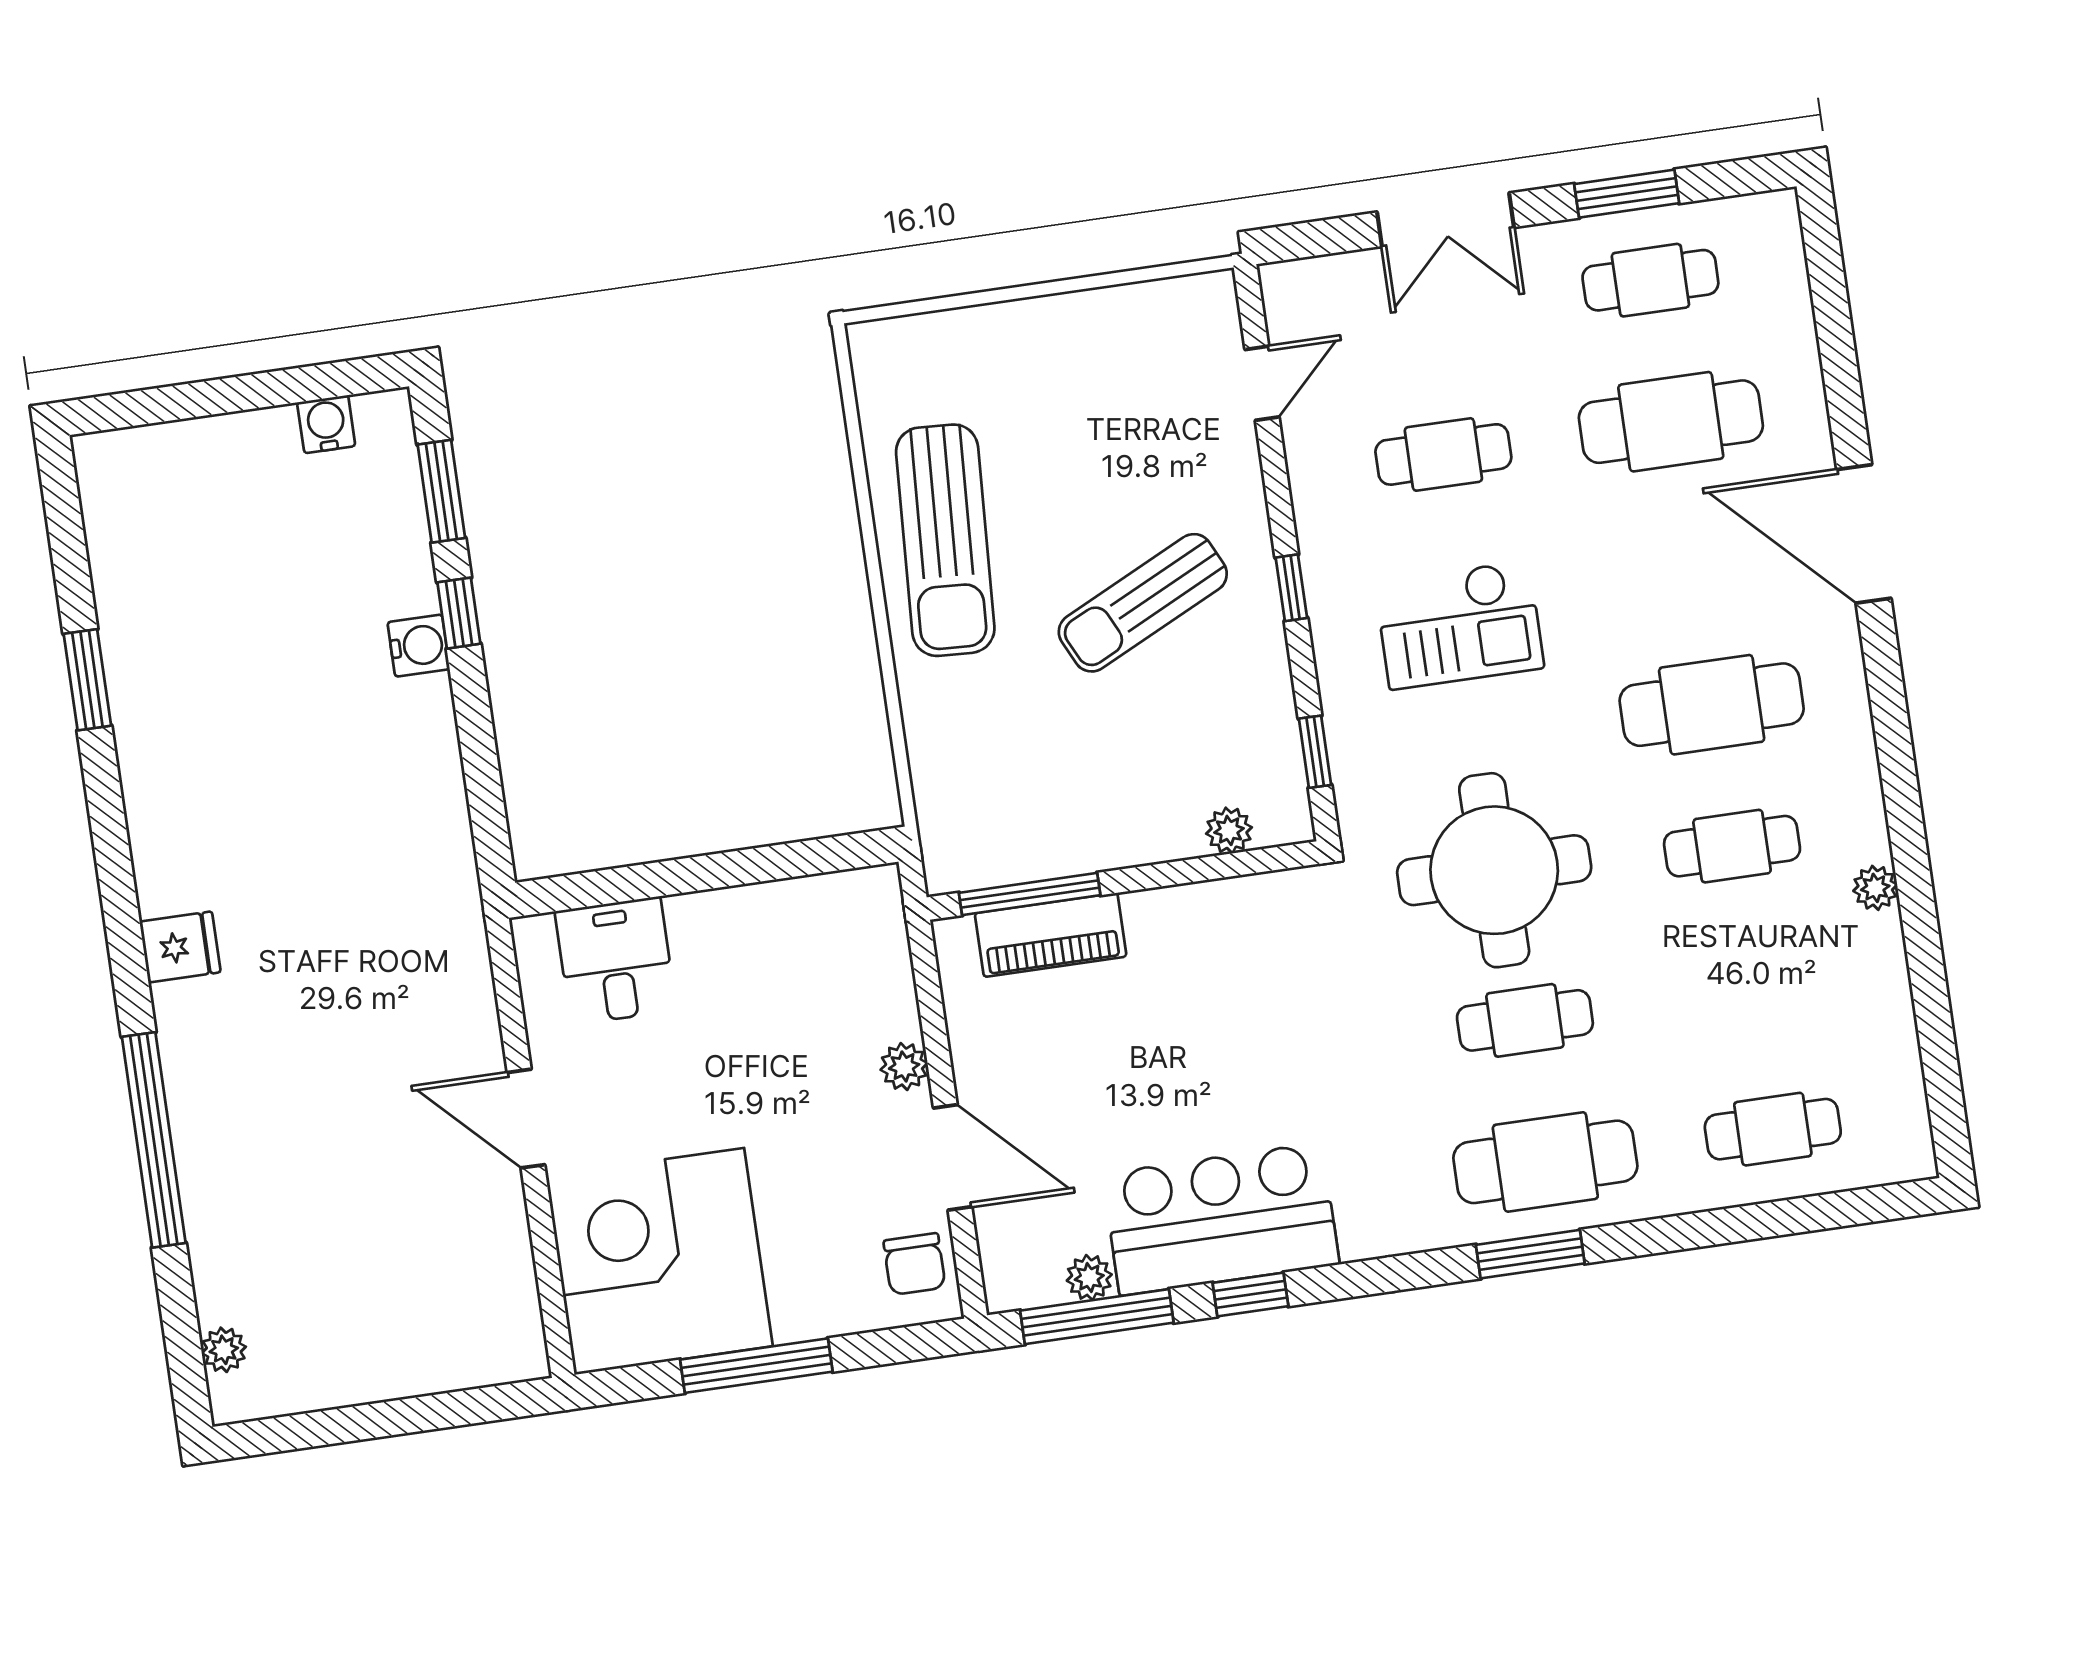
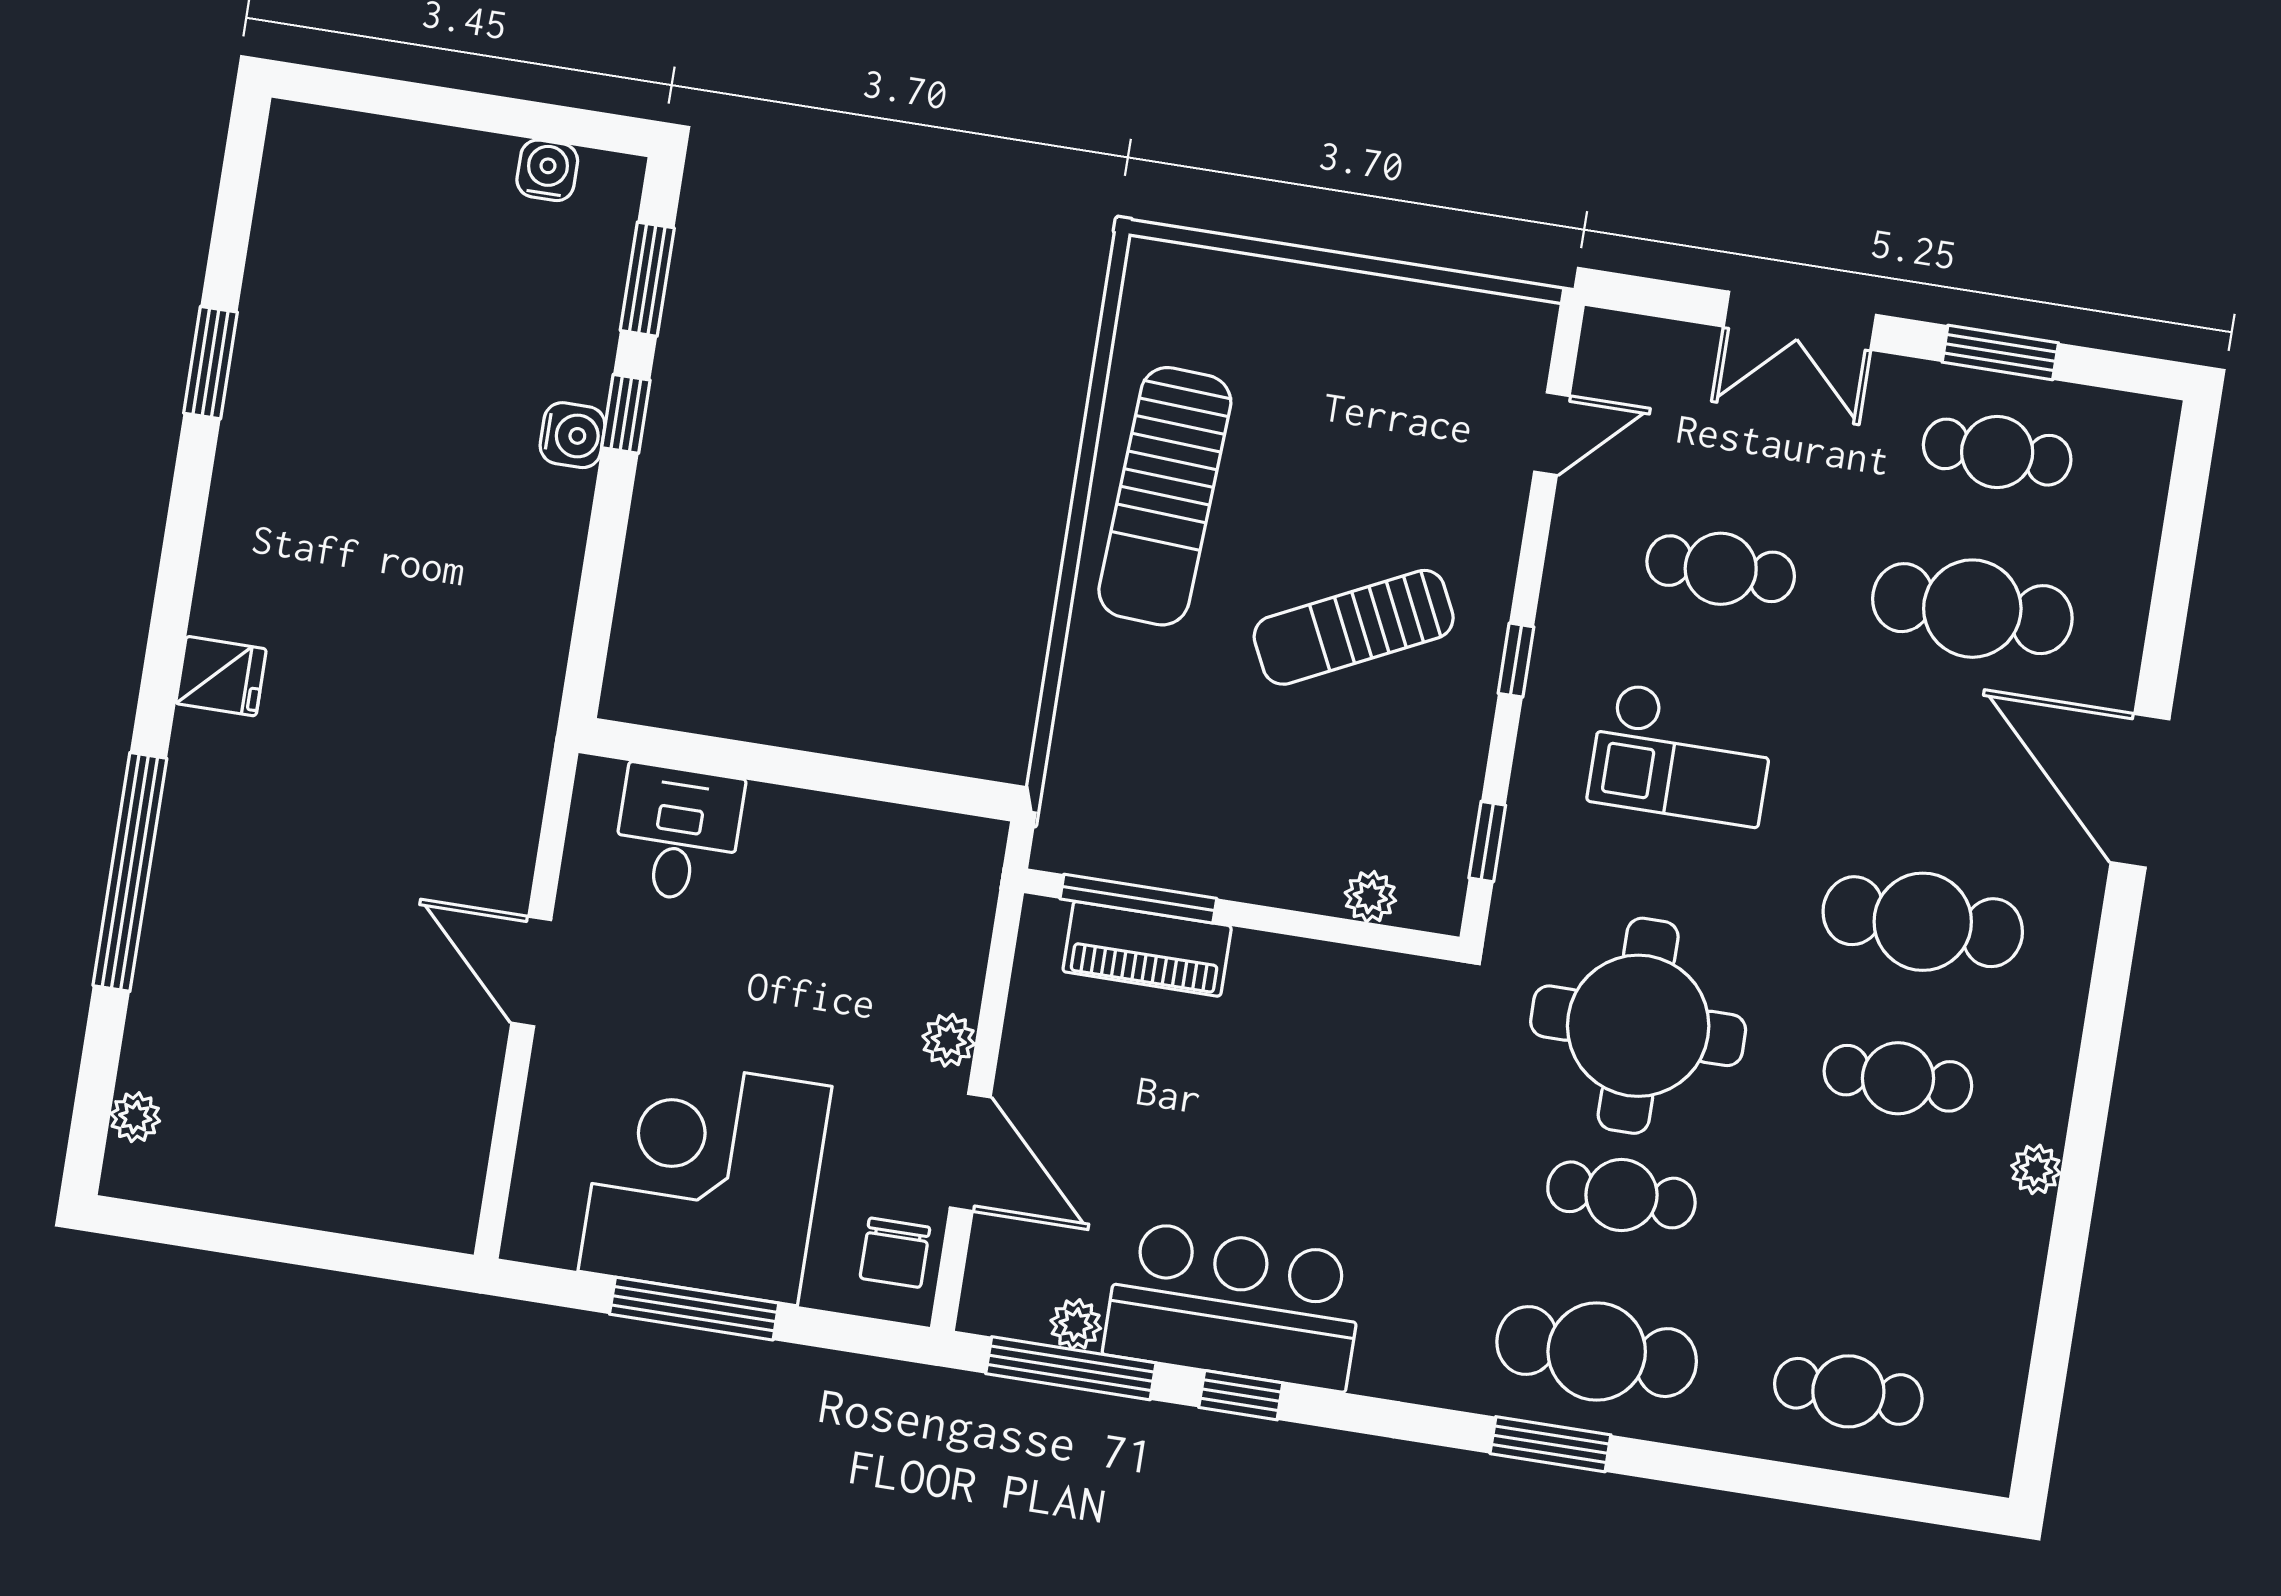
corner desk: (659, 1261) -> (705, 1179), moved

